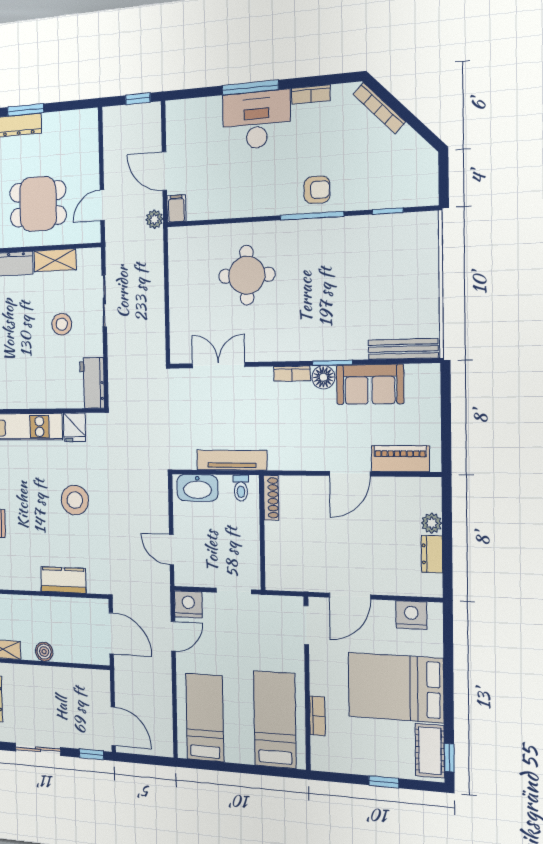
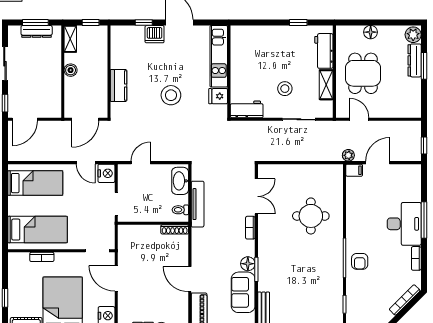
bookcase: (292, 374) -> (250, 228), moved

